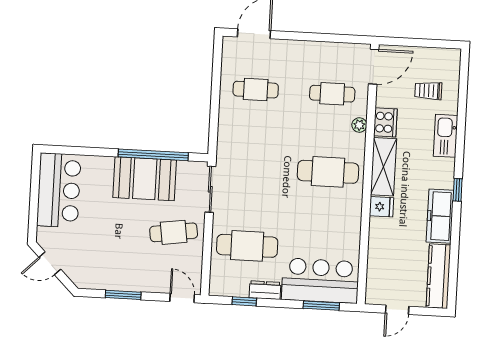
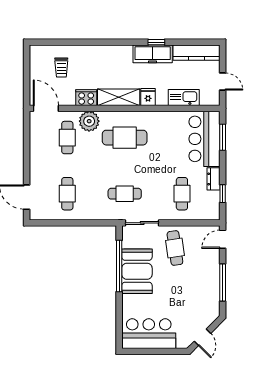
plant: (359, 125) -> (89, 121), width x1.88, depth x1.88
kitchen sink: (446, 136) -> (184, 97), moved, turned 180
cafe table: (251, 168) -> (125, 194), added
cafe table: (328, 172) -> (125, 138), turned 90
window: (458, 190) -> (156, 42), moved
cafe table: (247, 246) -> (182, 194), width x0.73, depth x0.74
window: (123, 295) -> (223, 282), width x1.44

